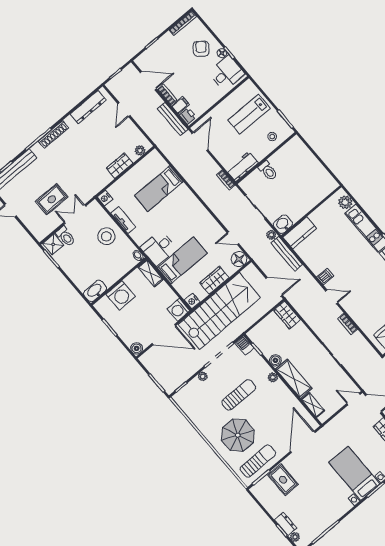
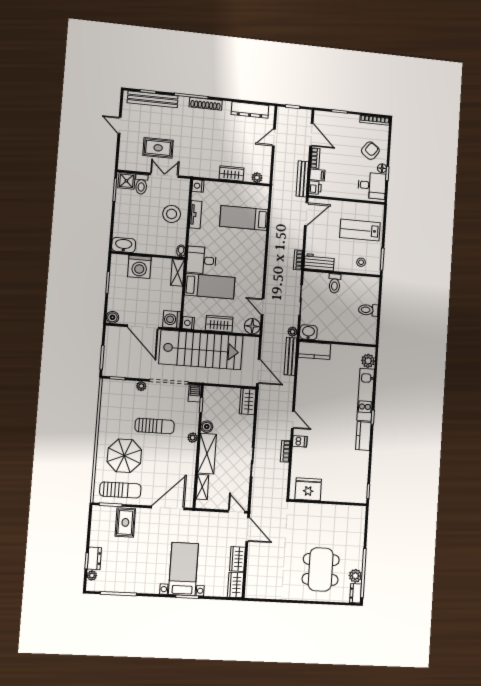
toilet: (310, 166) -> (368, 310), added
dishwasher: (325, 277) -> (300, 441), moved

